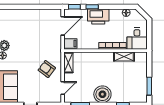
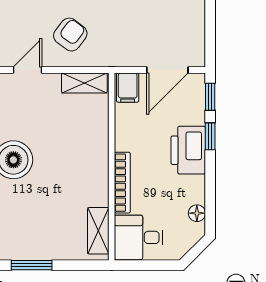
door: (63, 26) -> (167, 70), hinge flipped
shelving: (124, 57) -> (98, 231), moved
door: (63, 88) -> (27, 70), swing flipped

